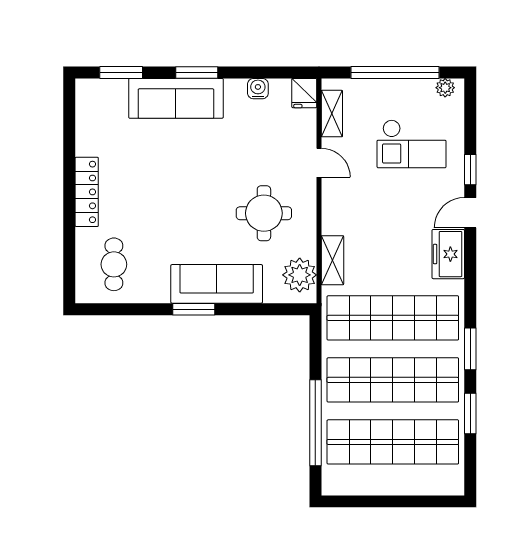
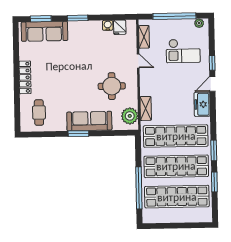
fridge: (304, 93) -> (120, 27), moved
sofa: (176, 98) -> (44, 31), moved

